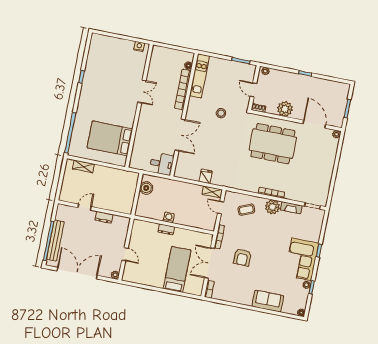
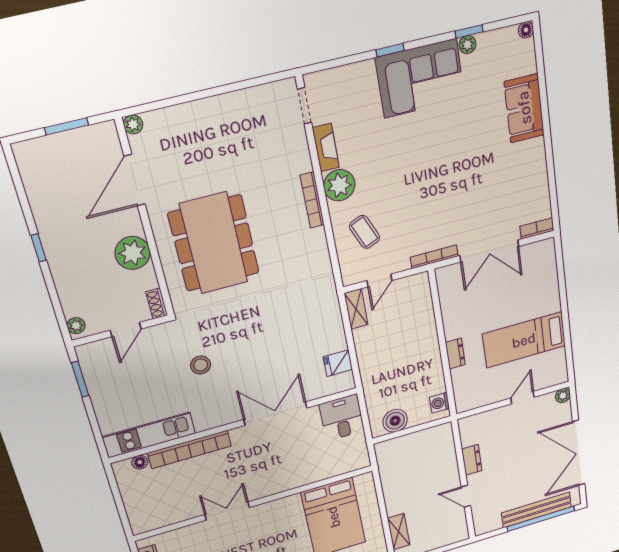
fridge: (206, 176) -> (338, 363), moved
washing machine: (169, 217) -> (440, 403), moved
armchair: (242, 257) -> (458, 196), removed
bed: (177, 269) -> (524, 340), moved

